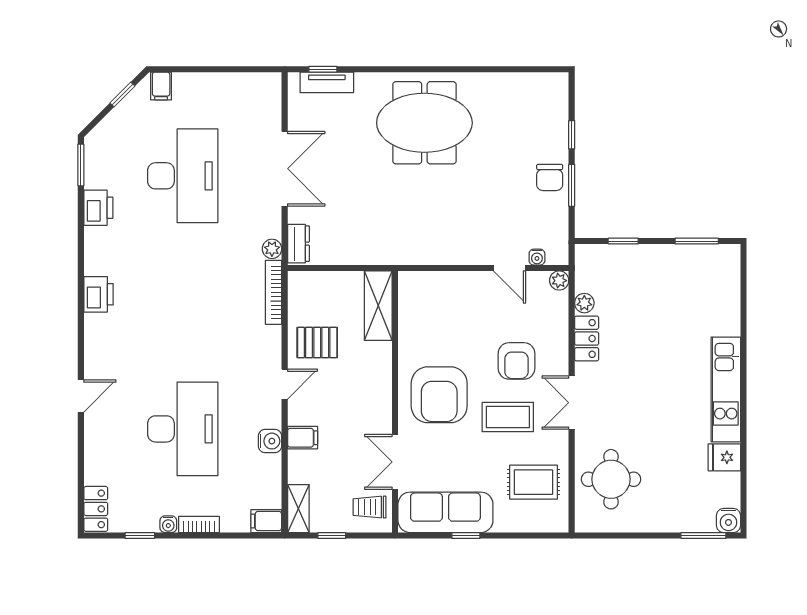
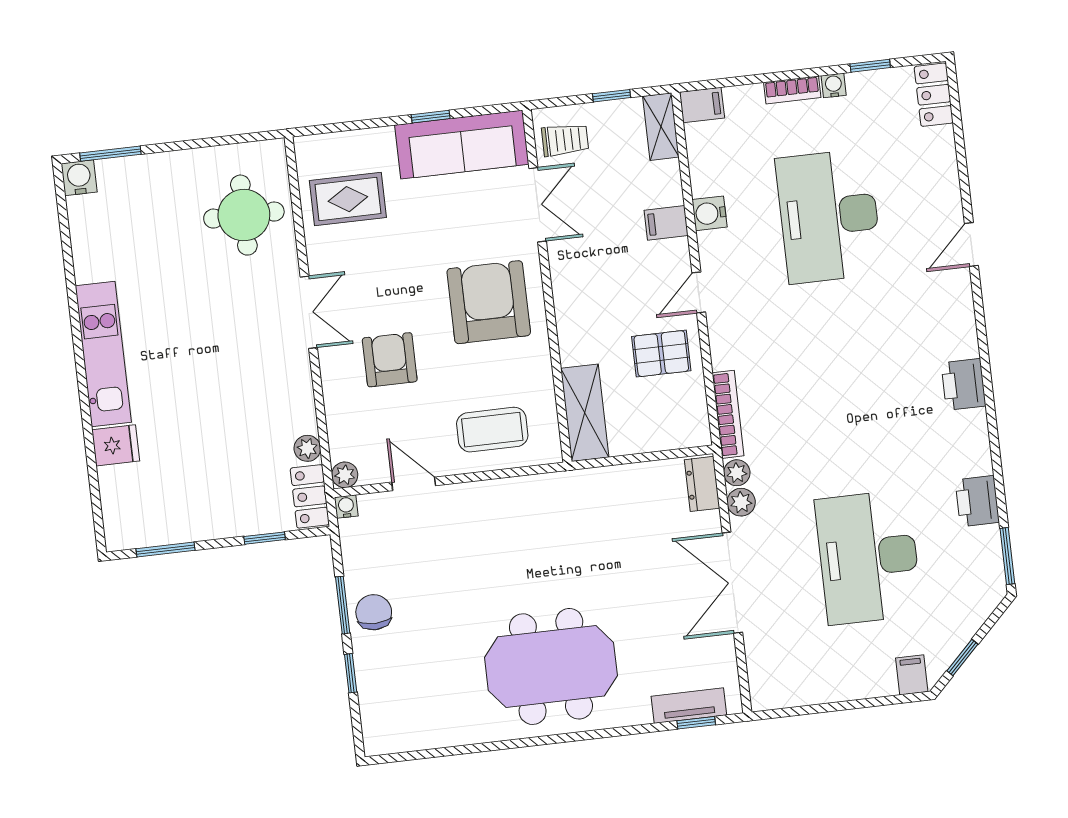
plant: (271, 227) -> (741, 502), added
water cooler: (537, 257) -> (346, 507), moved
locker: (587, 338) -> (310, 496), moved
coffee table: (508, 417) -> (492, 430), moved
fridge: (724, 457) -> (116, 445), moved

